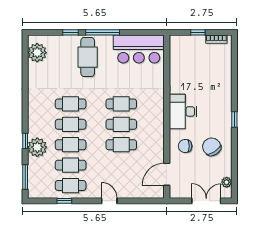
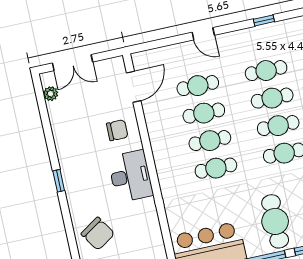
chair: (212, 147) -> (98, 234), moved
cafe table: (71, 186) -> (198, 86), moved

